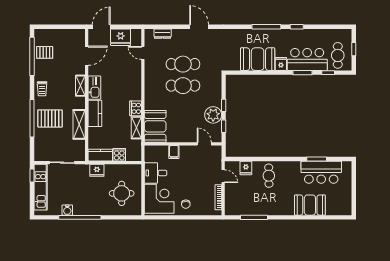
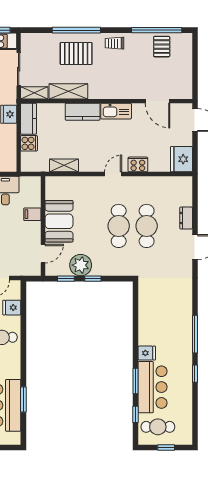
dresser: (163, 34) -> (186, 218), moved
fridge: (121, 37) -> (181, 159), moved
door: (143, 53) -> (113, 174), moved
booth: (258, 59) -> (153, 323), removed
shelving: (80, 86) -> (34, 93), moved
cooker: (136, 108) -> (138, 164), moved
pallet: (50, 118) -> (76, 53), turned 90
booth: (155, 126) -> (59, 221), moved, turned 90

